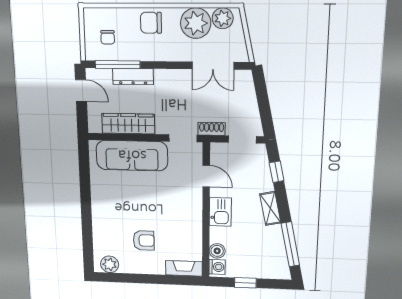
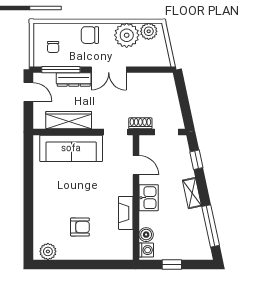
double door: (213, 66) -> (109, 70), moved
fireplace: (184, 268) -> (126, 213), moved, turned -90

